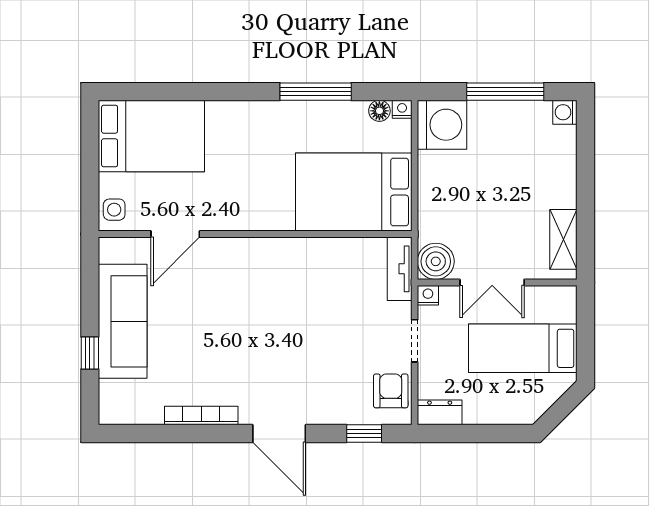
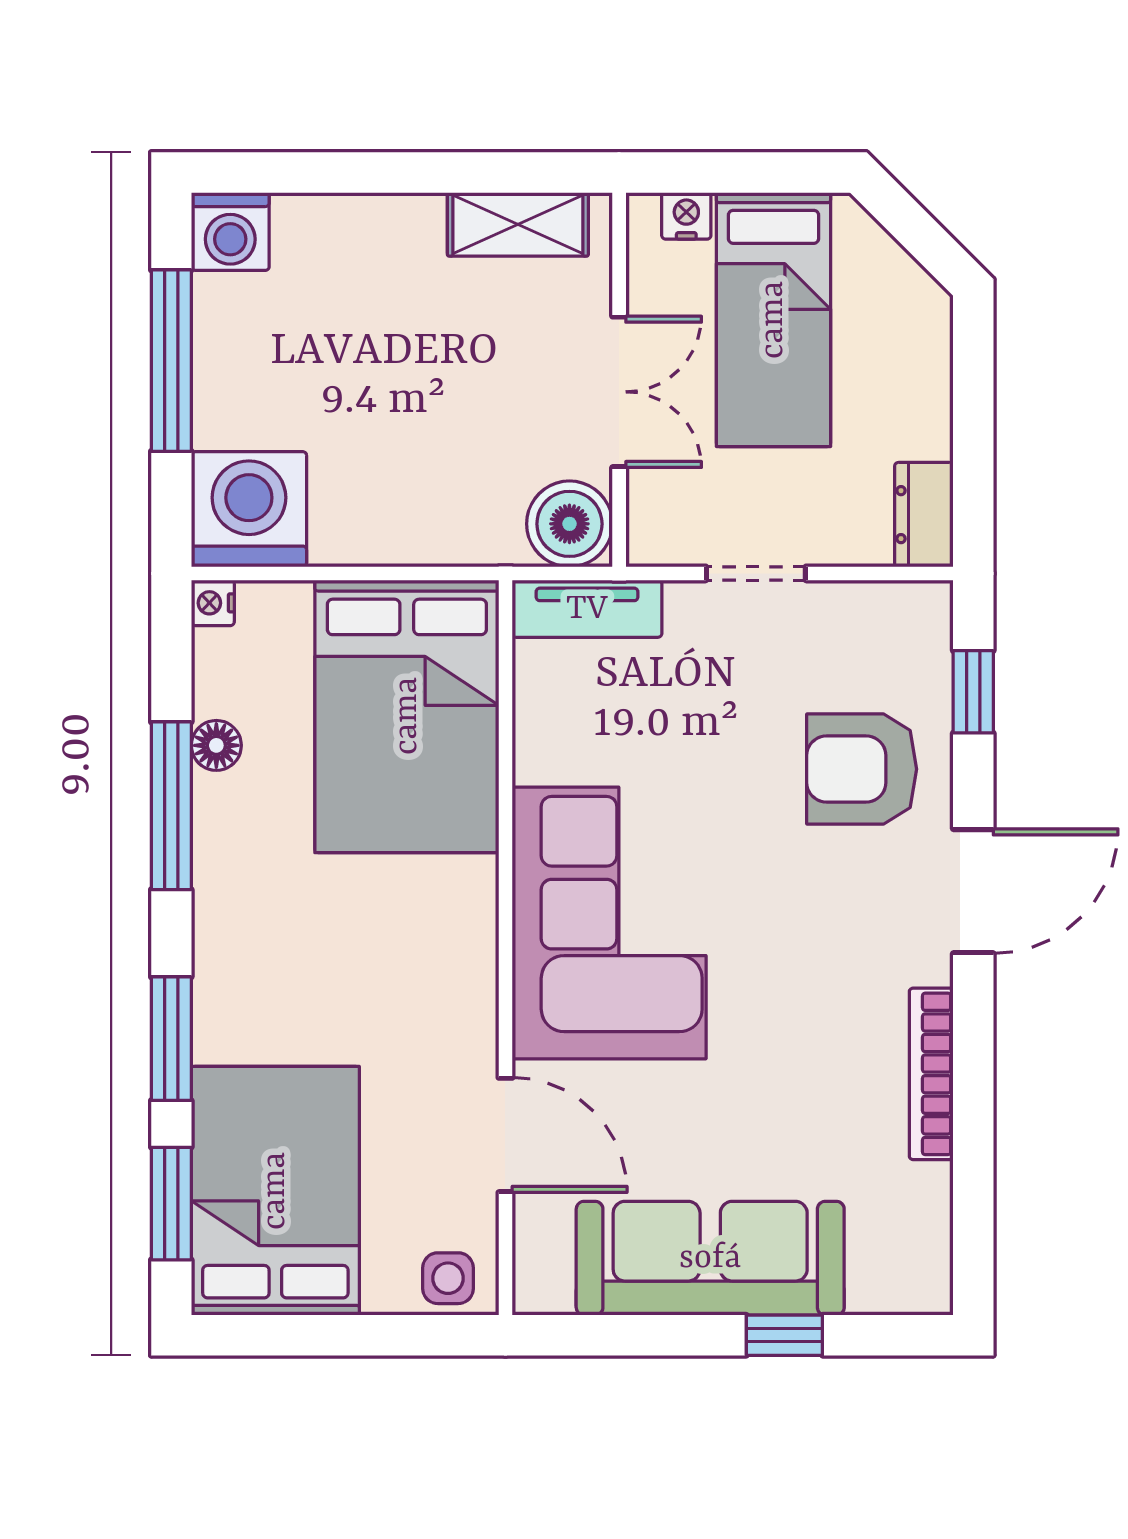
window: (146, 92) -> (171, 1204), added
window: (216, 92) -> (171, 1039), added
floor lamp: (379, 111) -> (216, 745), moved
washing machine: (565, 112) -> (230, 231), width x1.38, depth x1.38
corner sofa: (266, 278) -> (609, 923), added
nightstand: (428, 295) -> (686, 216), moved, turned 90
armchair: (391, 391) -> (862, 769), moved, width x1.38, depth x1.38

